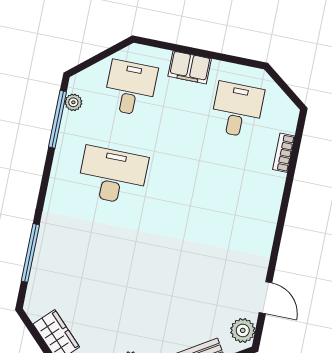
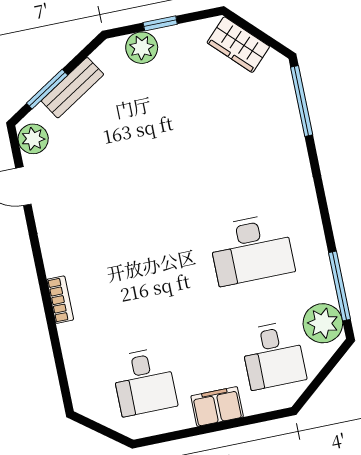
plant: (73, 102) -> (323, 323), width x1.87, depth x1.87
bookcase: (284, 153) -> (60, 300), moved
window: (30, 253) -> (302, 101), moved

